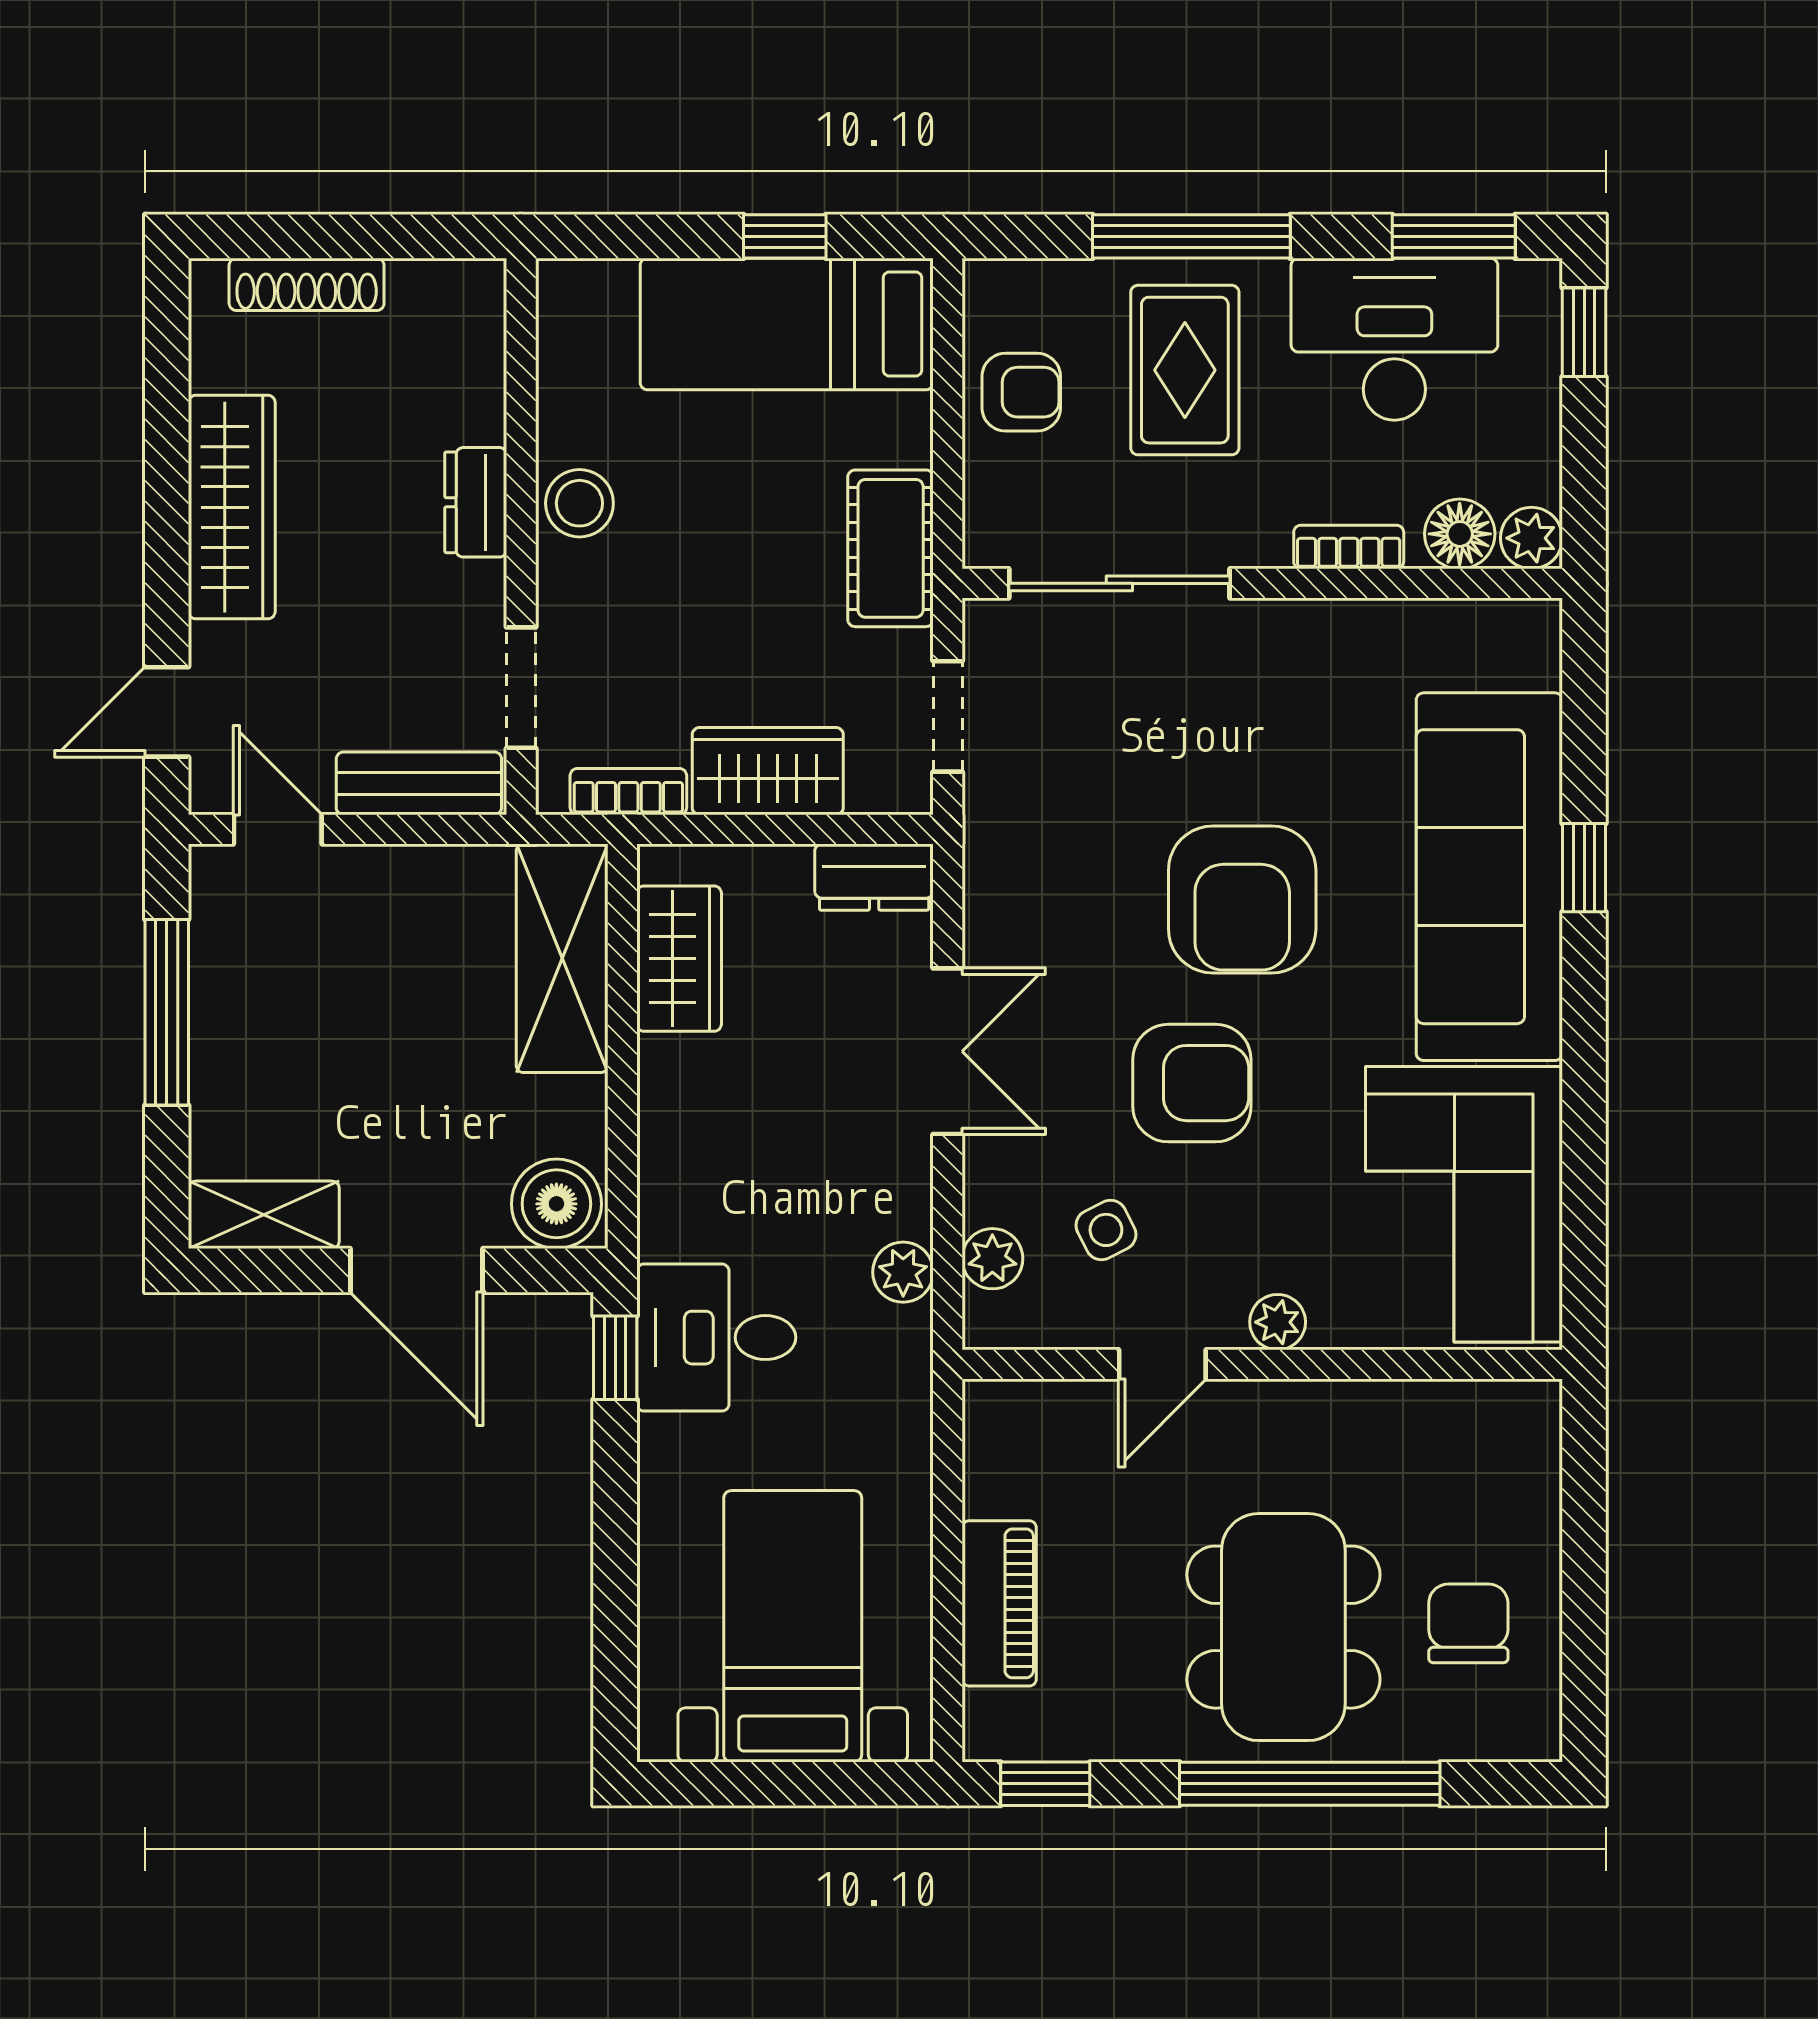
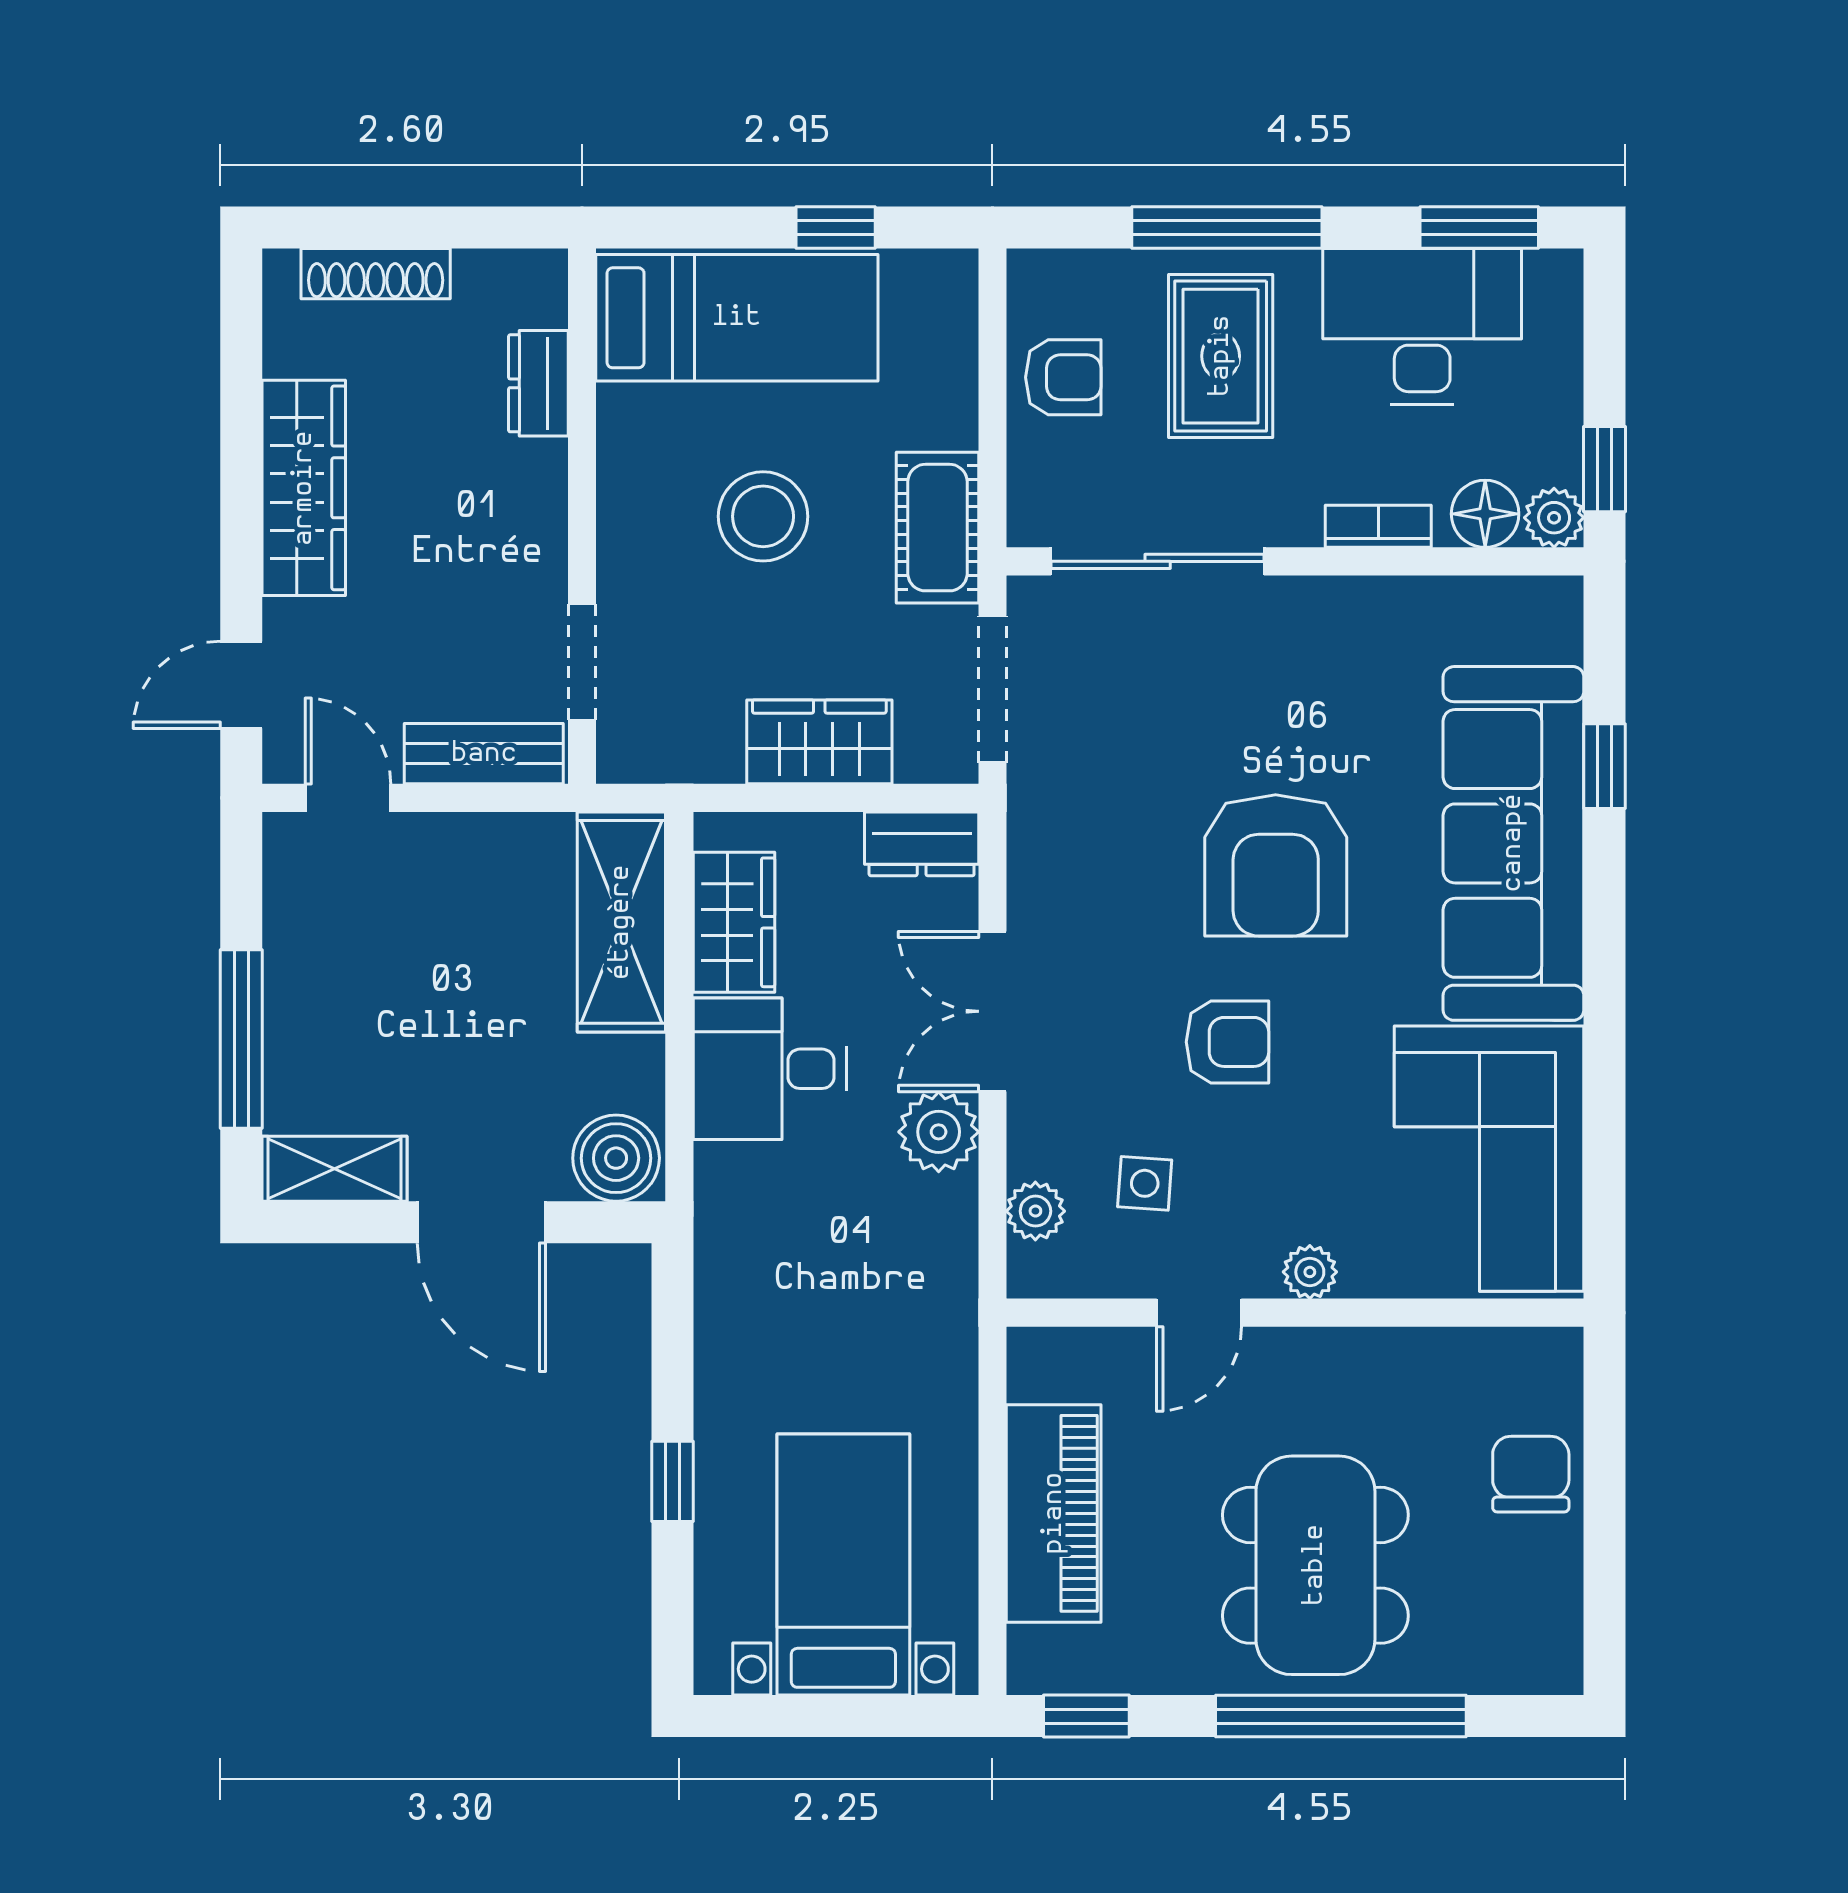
bed: (787, 324) -> (737, 318), moved, turned 180
window: (1584, 332) -> (1605, 469), moved
dresser: (476, 502) -> (538, 383), moved
stool: (579, 503) -> (763, 516), moved, width x1.38, depth x1.38
doorway: (948, 716) -> (992, 689), width x1.38
bookcase: (628, 792) -> (685, 762), removed
window: (1584, 868) -> (1605, 766), moved
window: (167, 1012) -> (241, 1039), moved
double door: (948, 1051) -> (992, 1011), swing flipped
armchair: (1192, 1083) -> (1227, 1042), width x0.72, depth x0.72
side table: (1106, 1230) -> (1145, 1183), turned 31
plant: (903, 1272) -> (939, 1132), moved, width x1.38, depth x1.38
desk: (716, 1338) -> (770, 1069), moved
window: (615, 1358) -> (672, 1481), moved
piano: (999, 1603) -> (1054, 1513), width x1.37, depth x1.33
chair: (1468, 1623) -> (1531, 1474), moved

